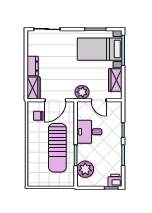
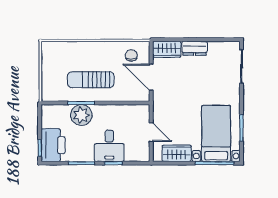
plant: (82, 92) -> (161, 111), removed
door: (99, 100) -> (151, 132), swing flipped
desk: (89, 132) -> (109, 146), moved, turned 180
sun lounger: (57, 148) -> (91, 80), width x0.73, depth x0.75
plant: (85, 169) -> (81, 115), moved
printer: (115, 180) -> (53, 145), width x1.87, depth x1.48

